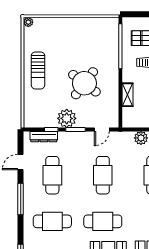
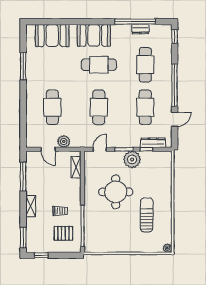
sun lounger: (38, 70) -> (147, 215), moved
round table: (84, 83) -> (116, 192), turned -37
shelving: (128, 95) -> (76, 167), moved
window: (21, 199) -> (175, 85), width x1.46
cafe table: (52, 221) -> (145, 65), turned 90

